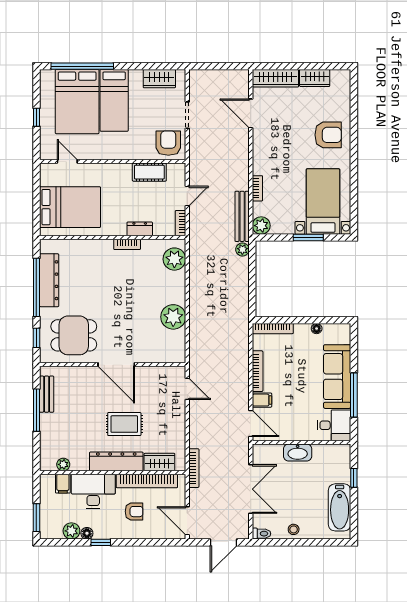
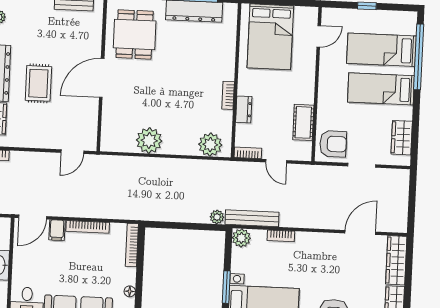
bed: (77, 102) -> (381, 50), width x0.67

